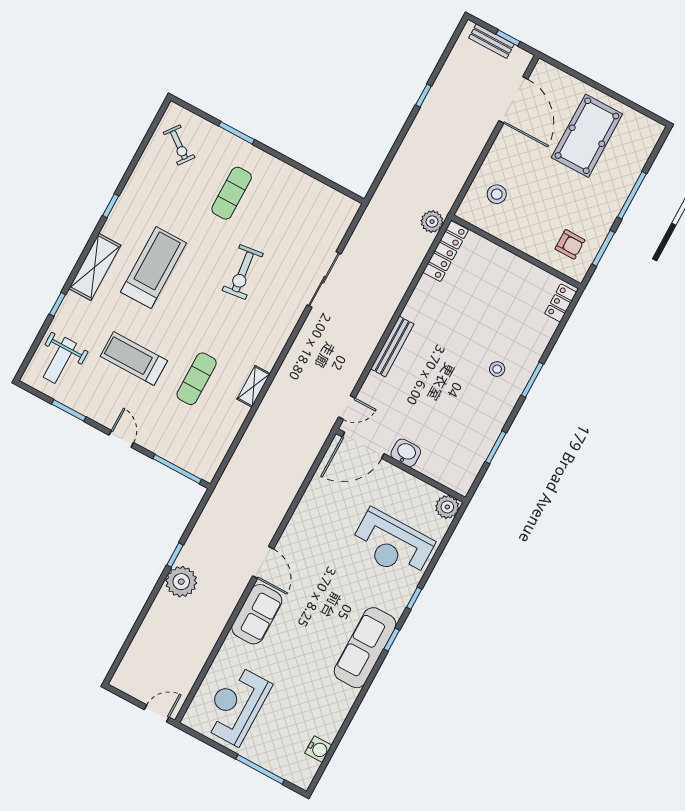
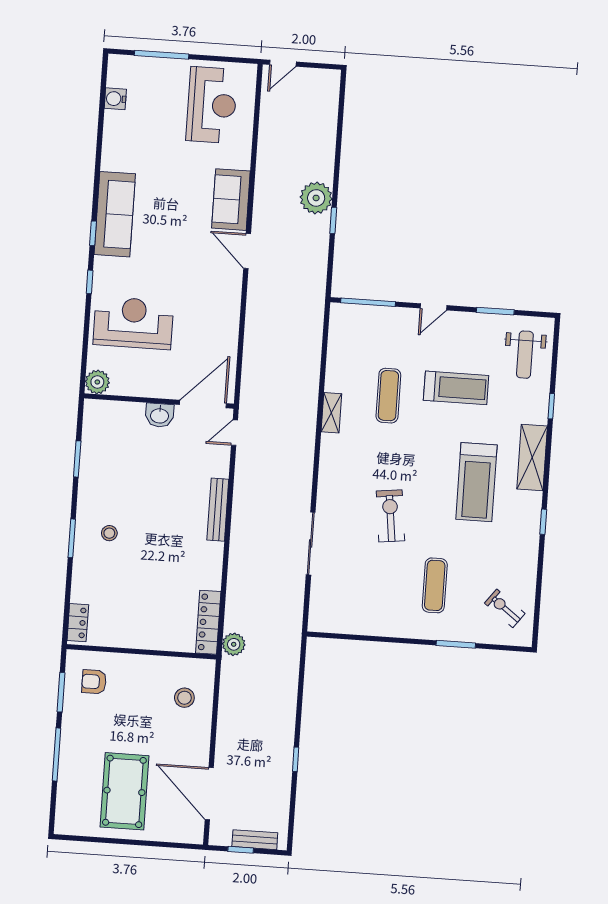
weight bench: (60, 360) -> (525, 355), turned 180
door: (121, 439) -> (434, 307), hinge flipped

